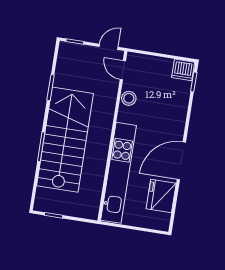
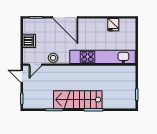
dishwasher: (183, 70) -> (29, 41), moved
stairs: (65, 140) -> (78, 100), width x0.73, depth x0.66
door: (181, 161) -> (65, 17), moved
fridge: (161, 196) -> (113, 25), width x0.53, depth x0.75

